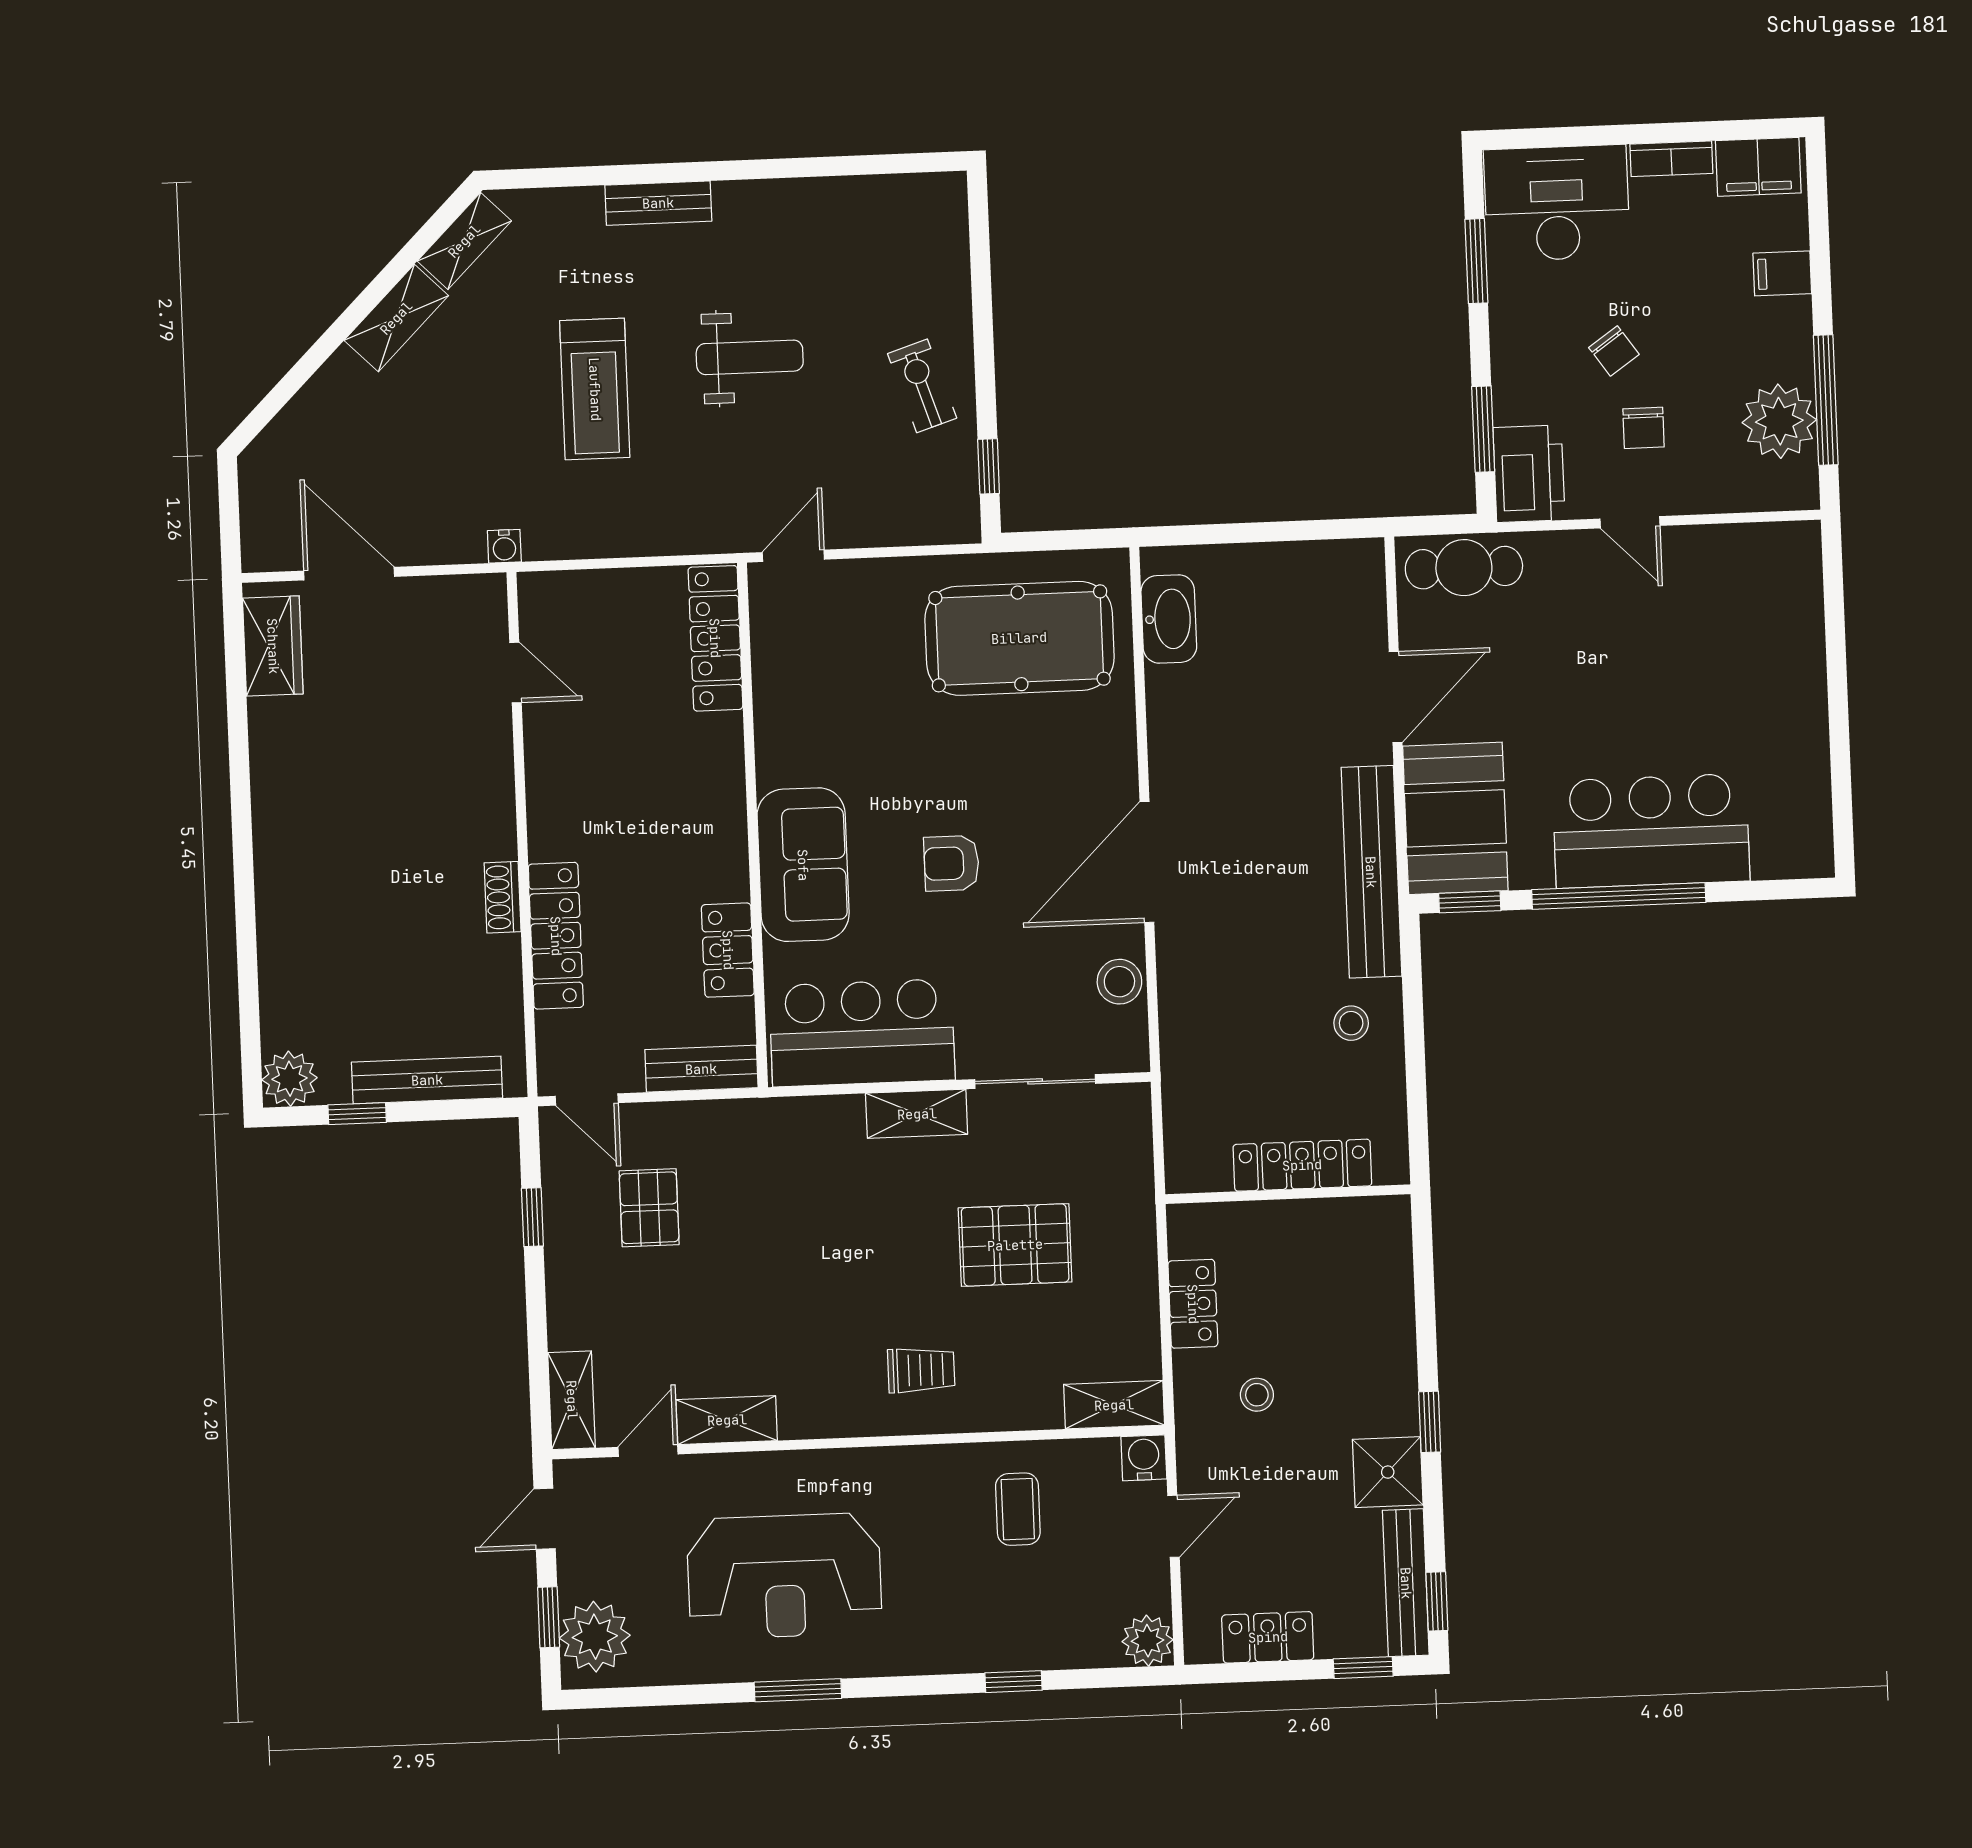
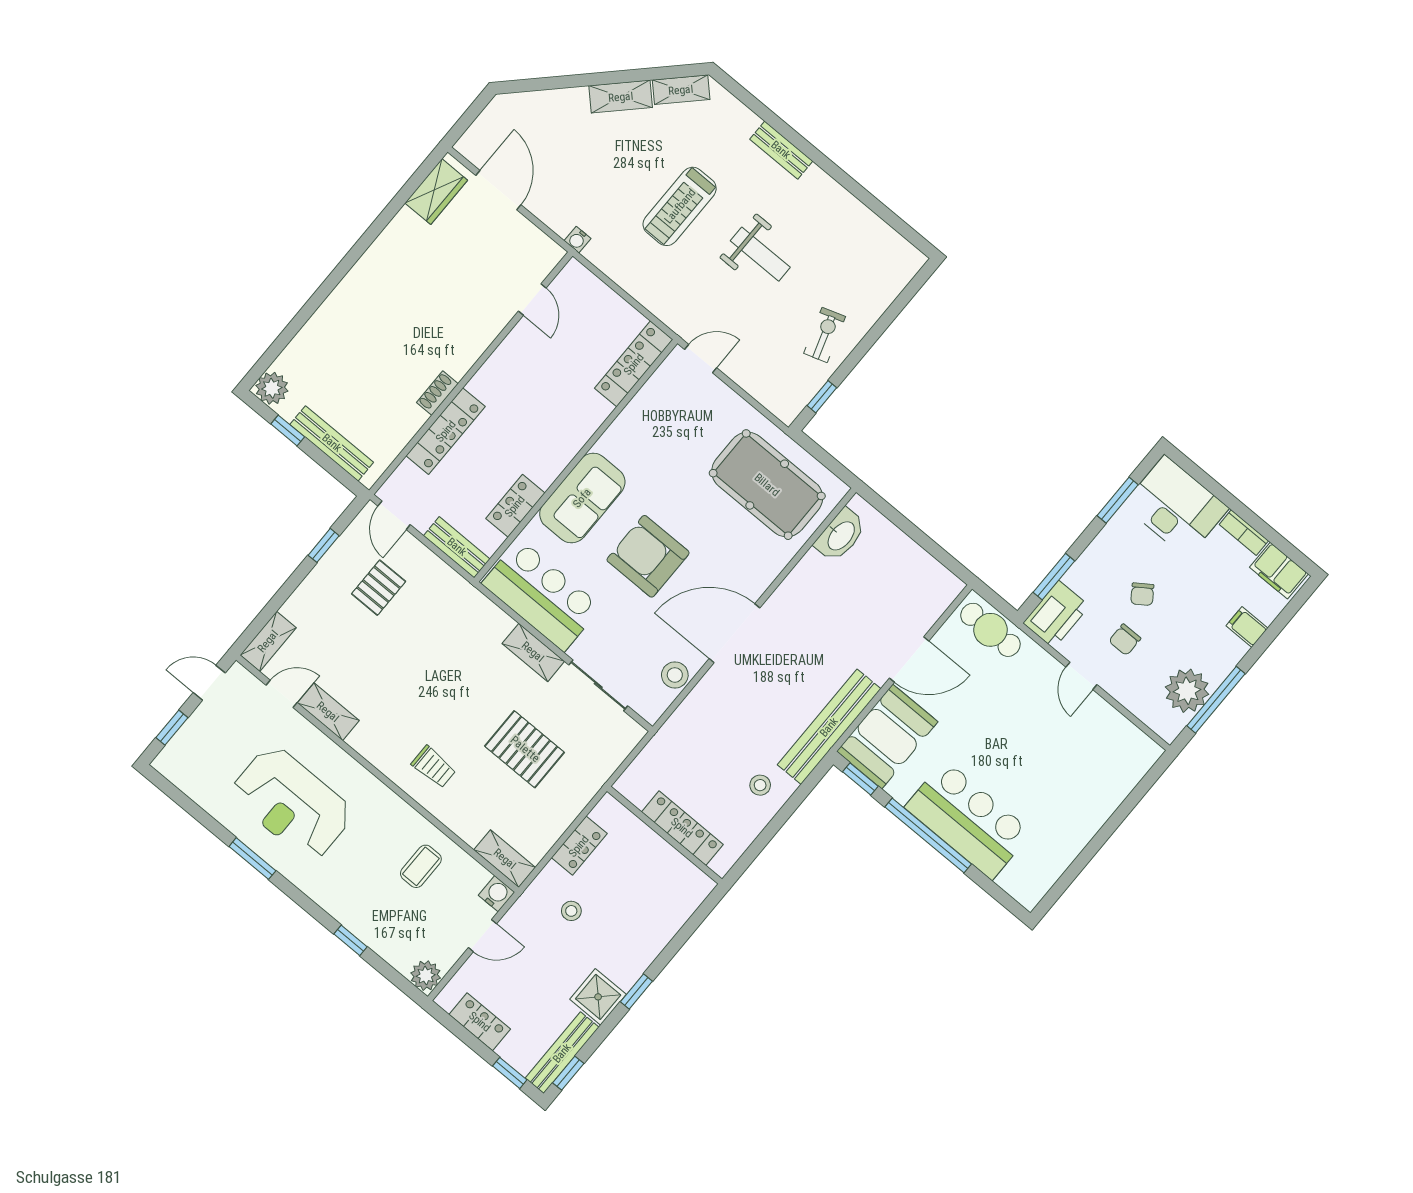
armchair: (951, 863) -> (648, 556), width x1.88, depth x1.88
plant: (595, 1637) -> (184, 754), removed

